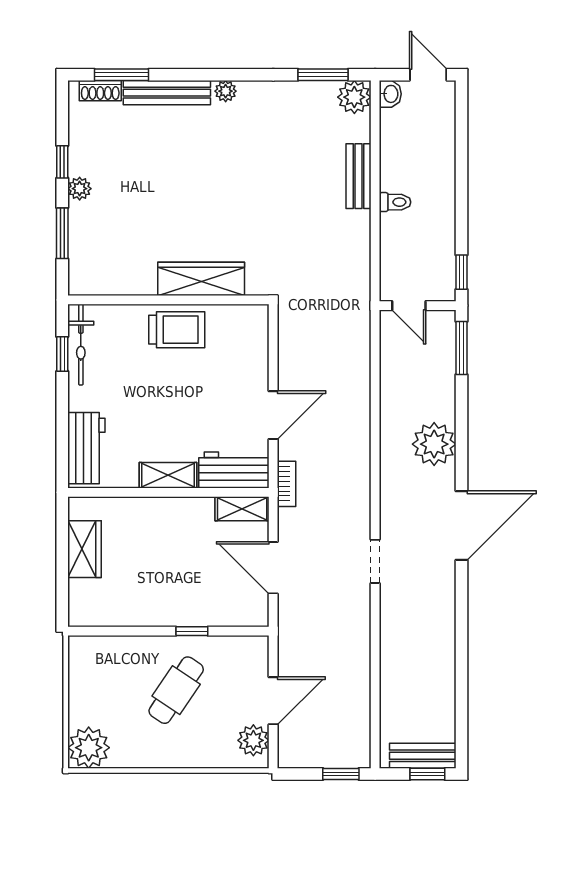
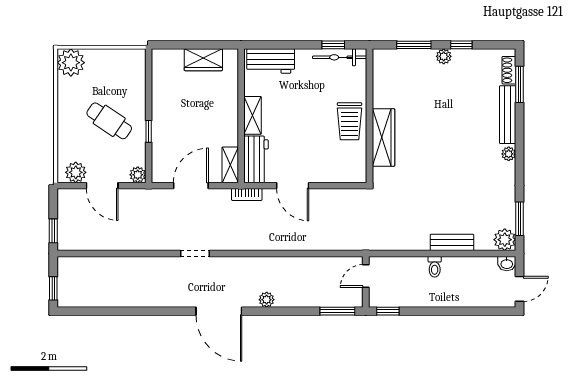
plant: (434, 444) -> (267, 300), width x0.53, depth x0.53
plant: (257, 647) -> (138, 175), added
bench: (423, 756) -> (65, 285), removed

